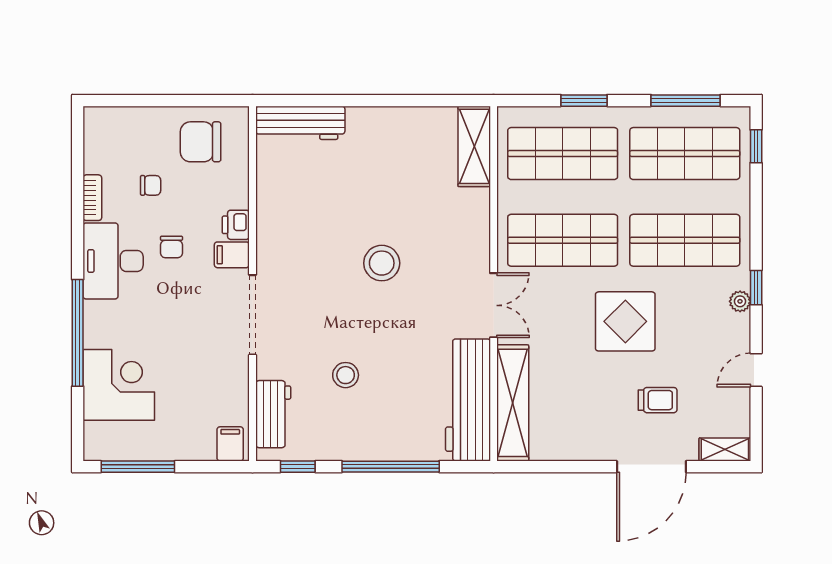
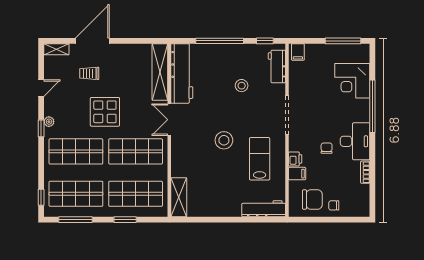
chair: (151, 185) -> (334, 205), moved
lab bench: (309, 225) -> (260, 159), added
filing cabinet: (232, 255) -> (297, 174), moved

